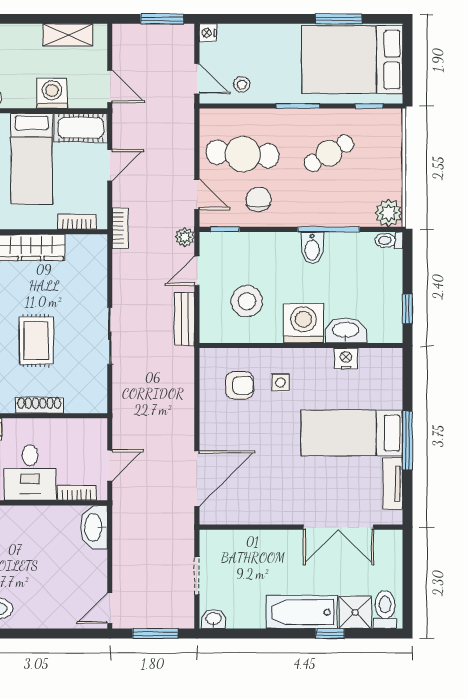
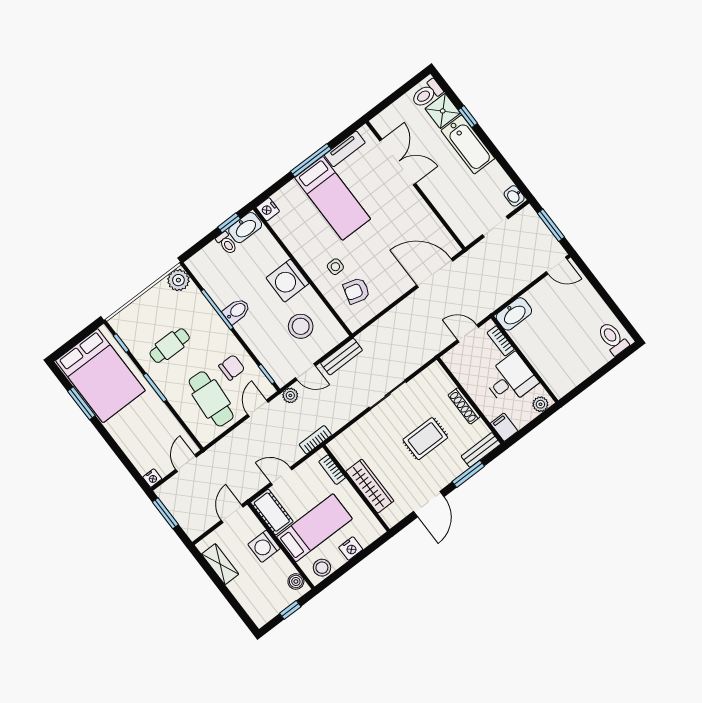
stool: (242, 84) -> (168, 432), removed
cafe table: (329, 153) -> (170, 346), turned -59
chair: (259, 199) -> (232, 367), turned 180
toilet: (389, 240) -> (227, 243), moved
washbasin: (346, 331) -> (245, 228), moved, turned -90
nightstand: (346, 359) -> (268, 209), moved
armchair: (240, 385) -> (356, 291), turned -74

